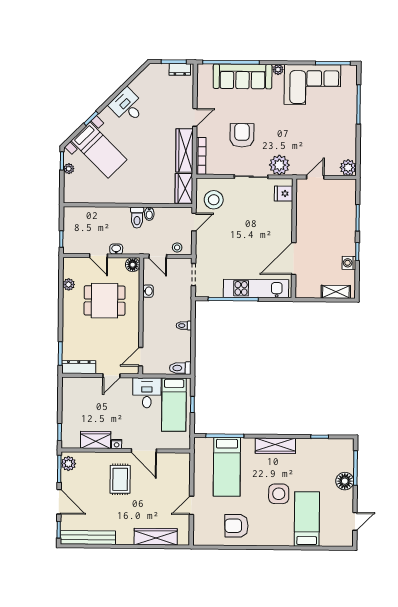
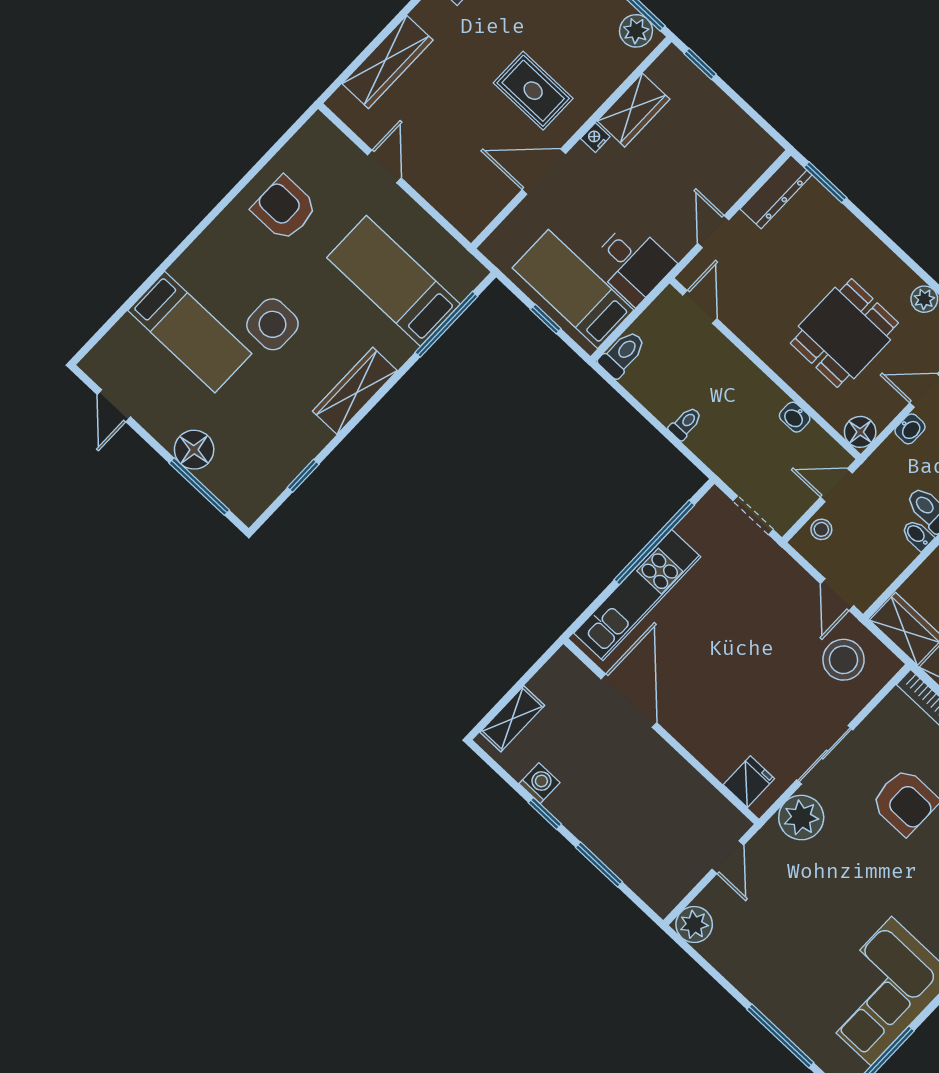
armchair: (236, 526) -> (284, 208), turned -89

